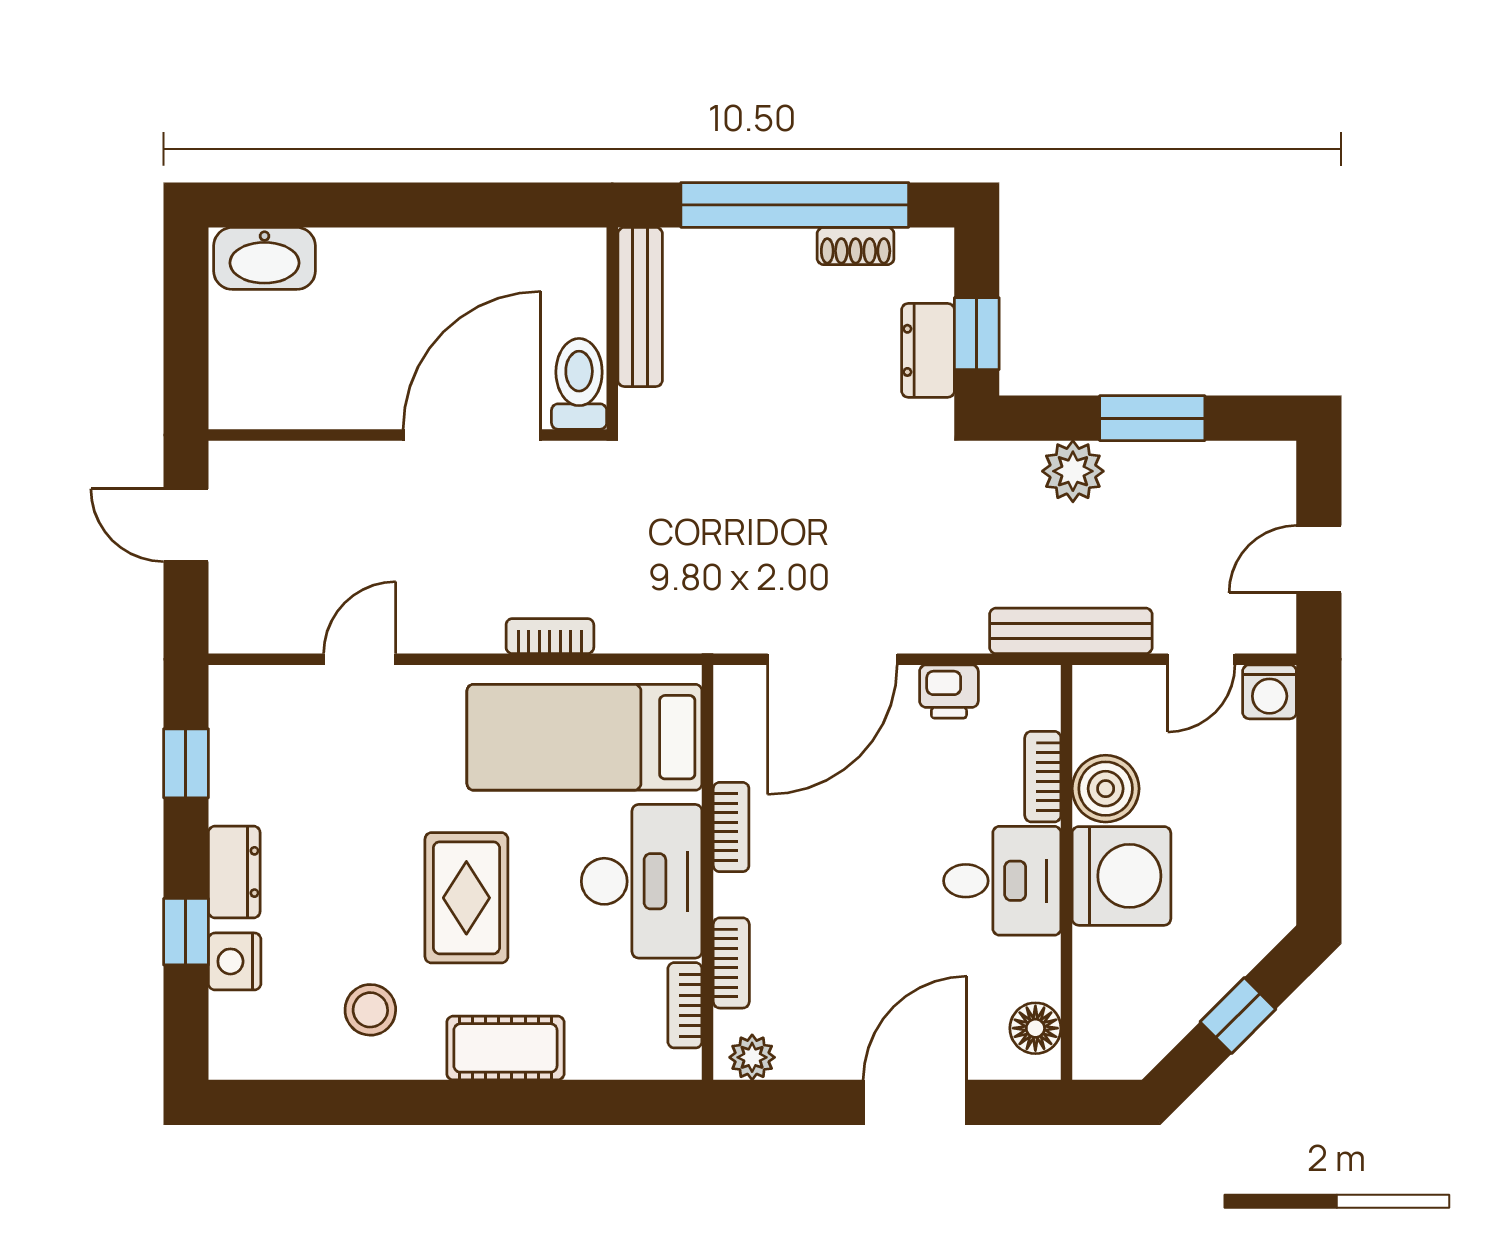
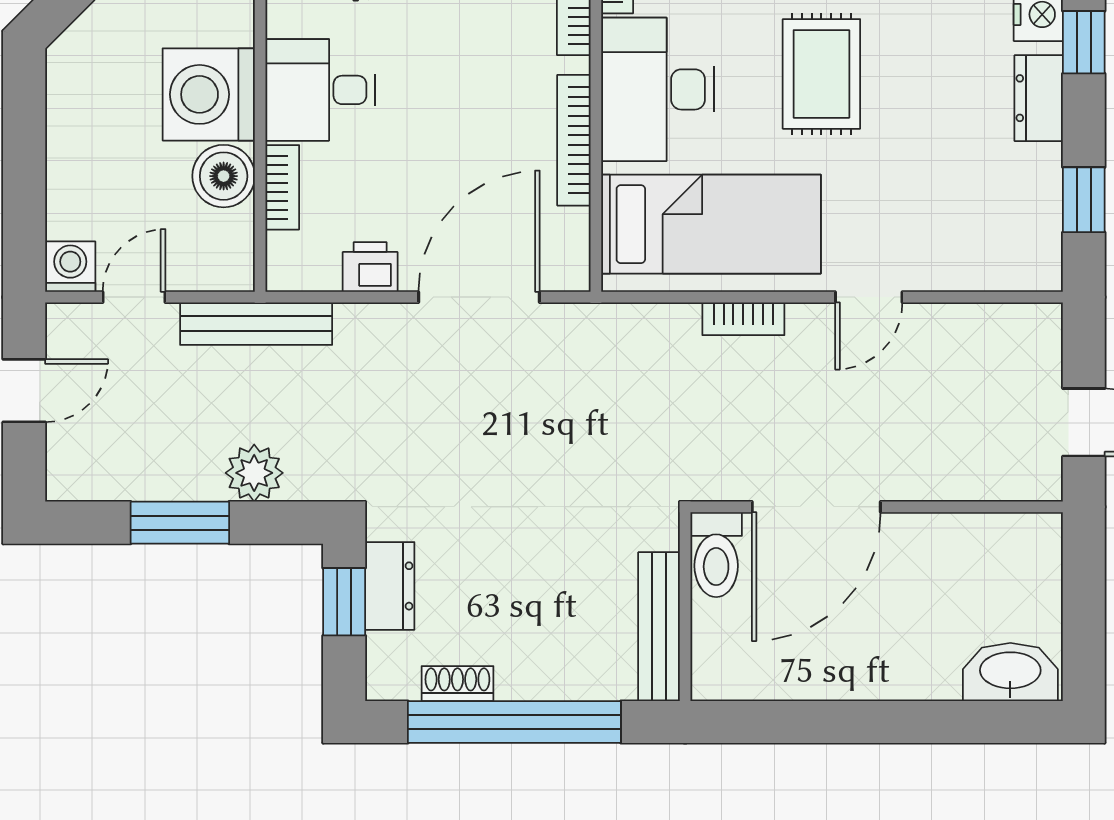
door: (360, 659) -> (869, 297), moved
bookcase: (731, 827) -> (574, 140), width x1.56

